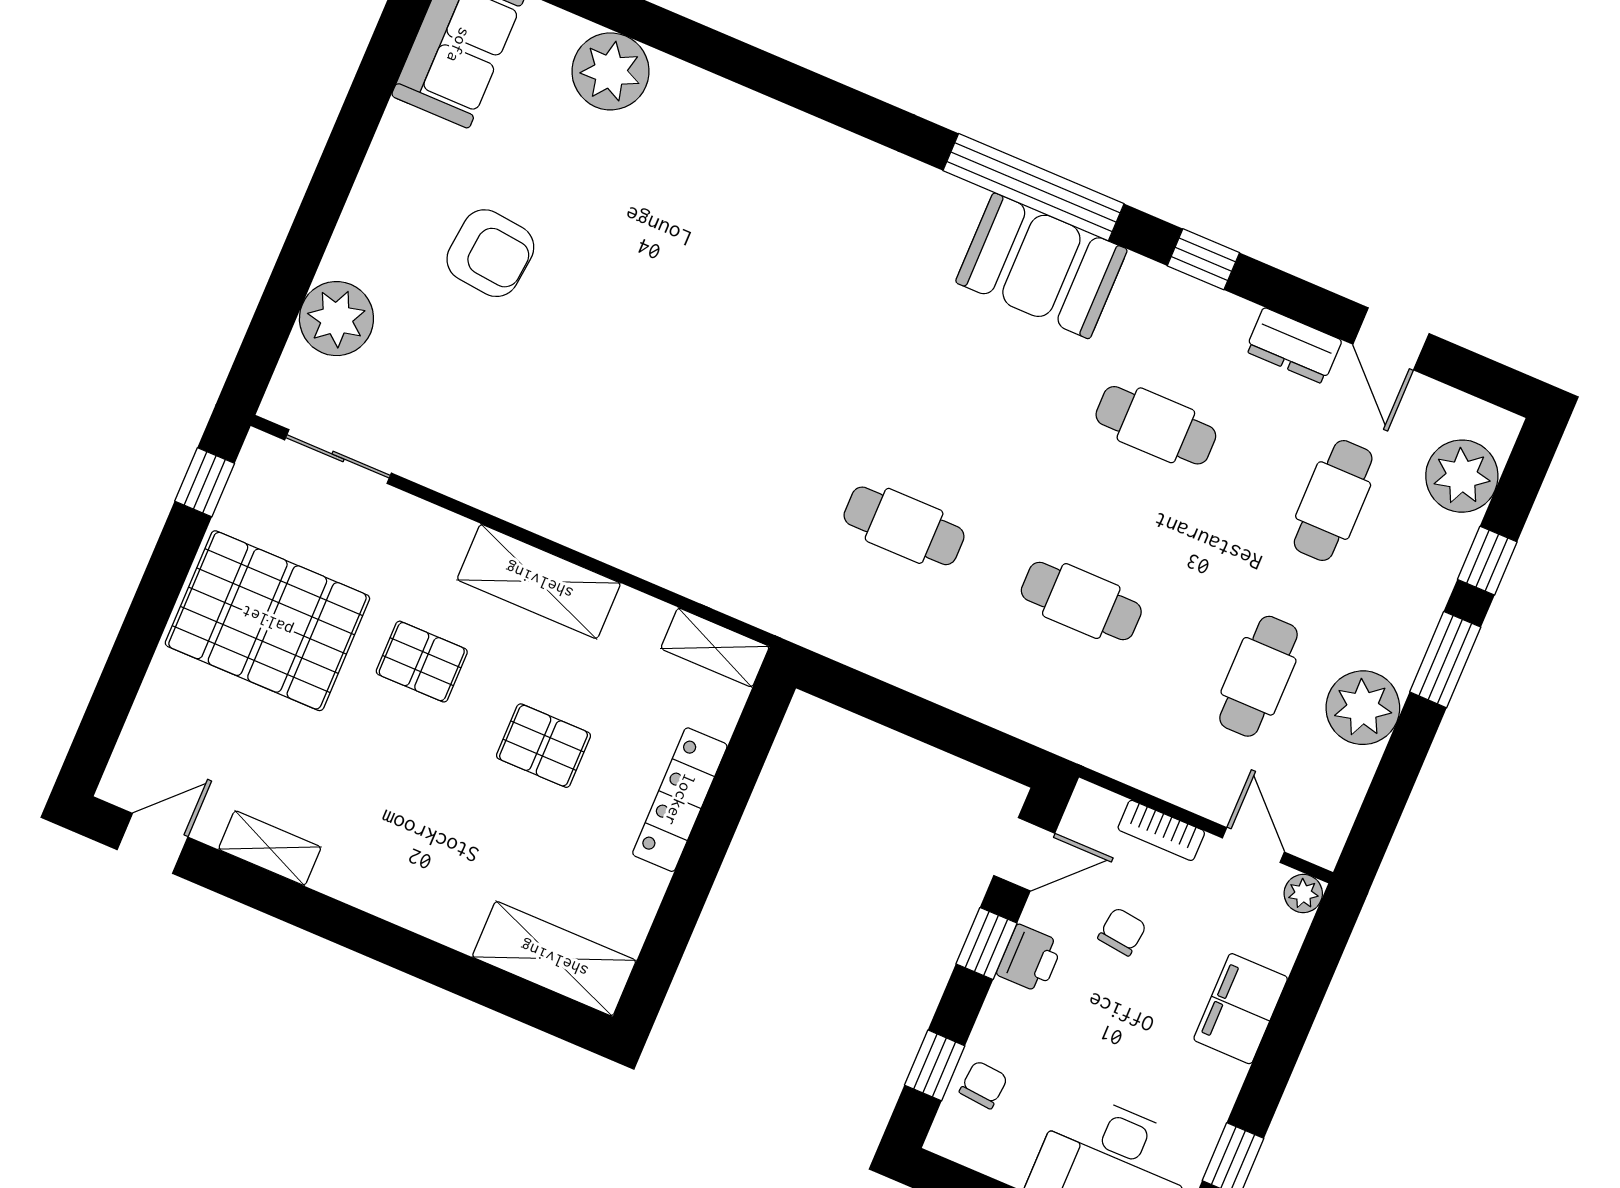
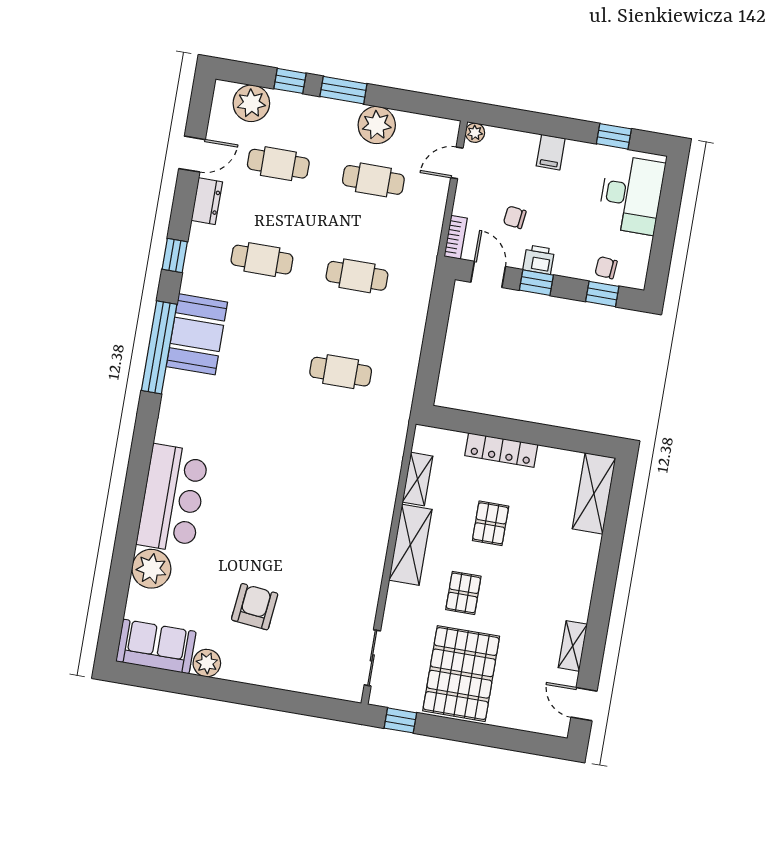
bar counter: (736, 144) -> (173, 498), added
plant: (336, 319) -> (207, 663), moved, width x0.73, depth x0.73
cafe table: (1156, 425) -> (262, 260), turned 90
cafe table: (904, 526) -> (341, 372), turned 90
cafe table: (1081, 601) -> (357, 276), turned 90
shelving: (715, 648) -> (417, 479), moved
bookcase: (1161, 830) -> (456, 237), moved
filing cabinet: (1241, 1009) -> (551, 152), width x0.50

